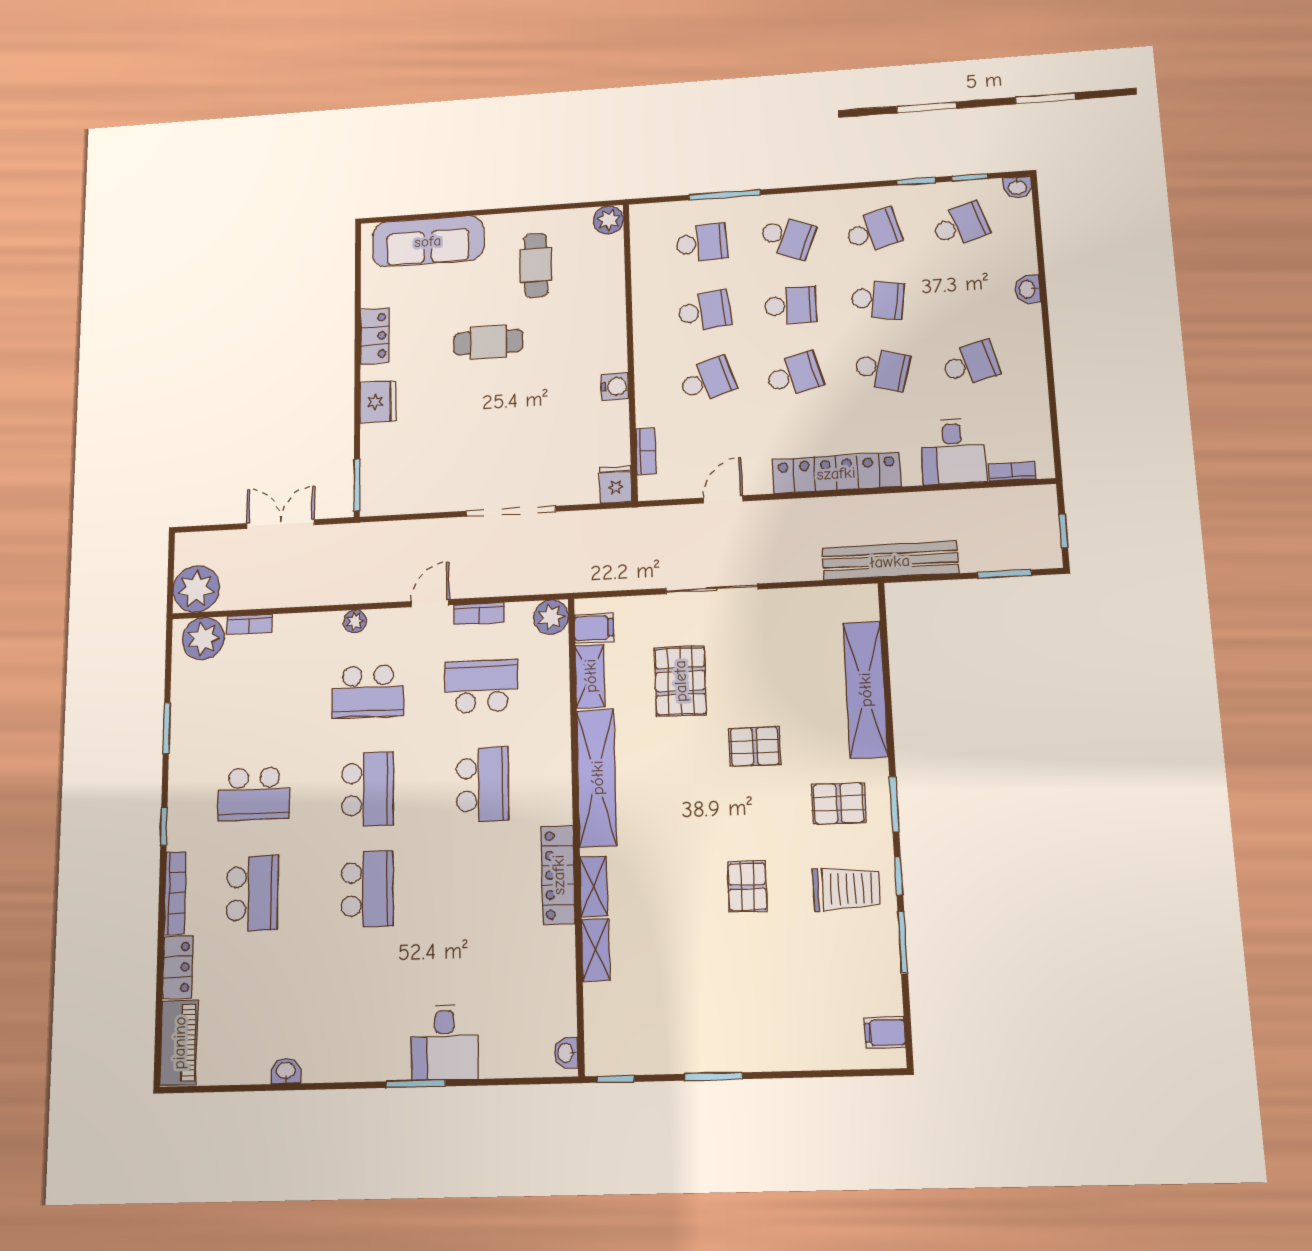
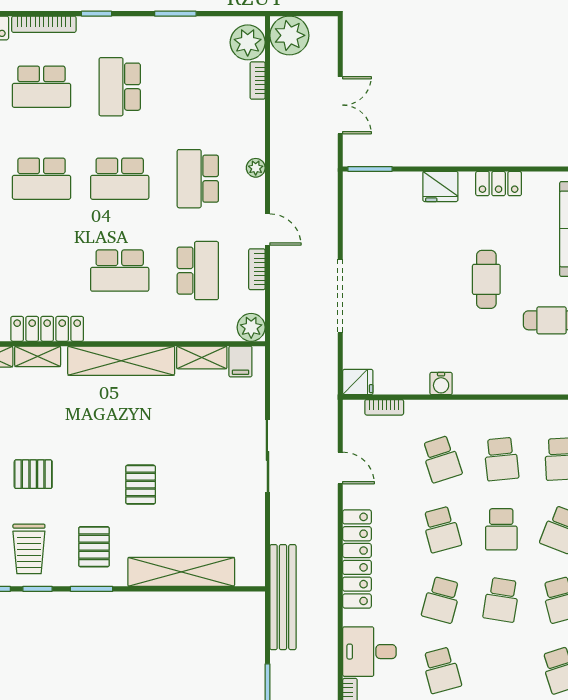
pallet: (680, 681) -> (195, 429), removed

